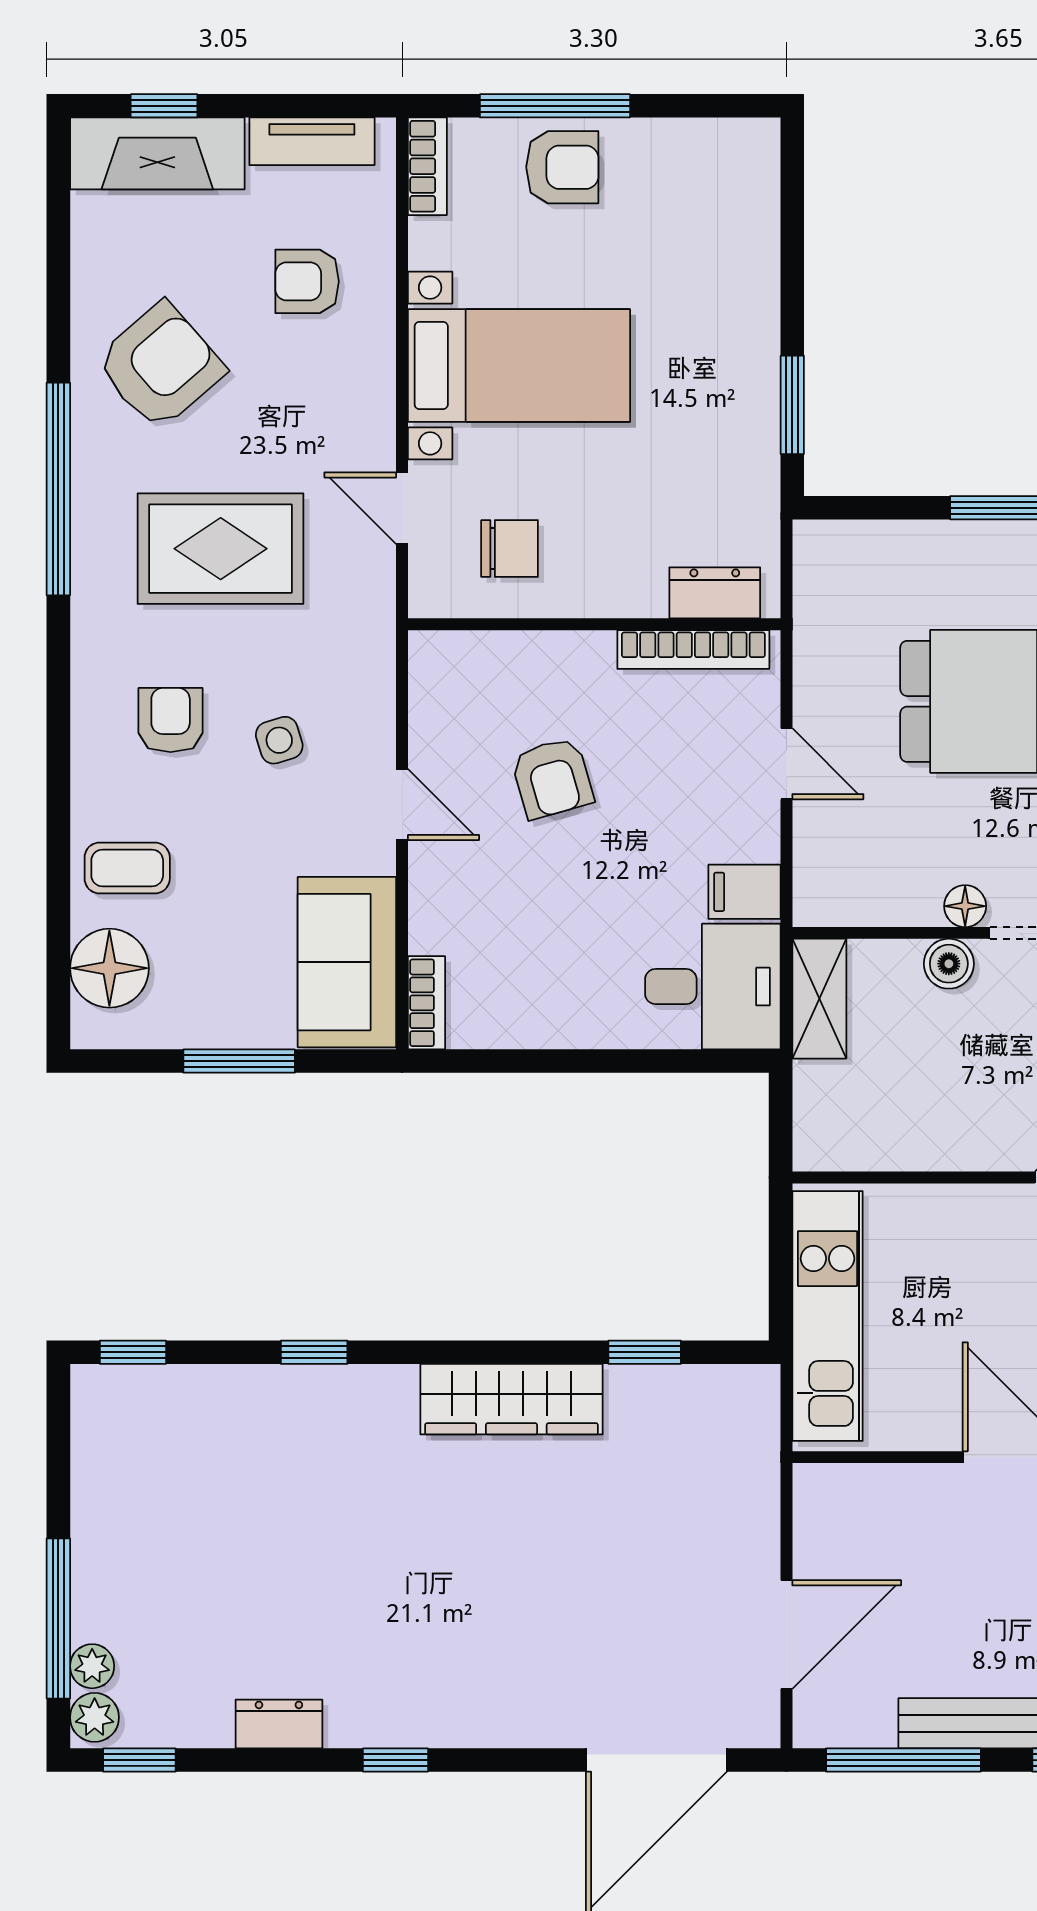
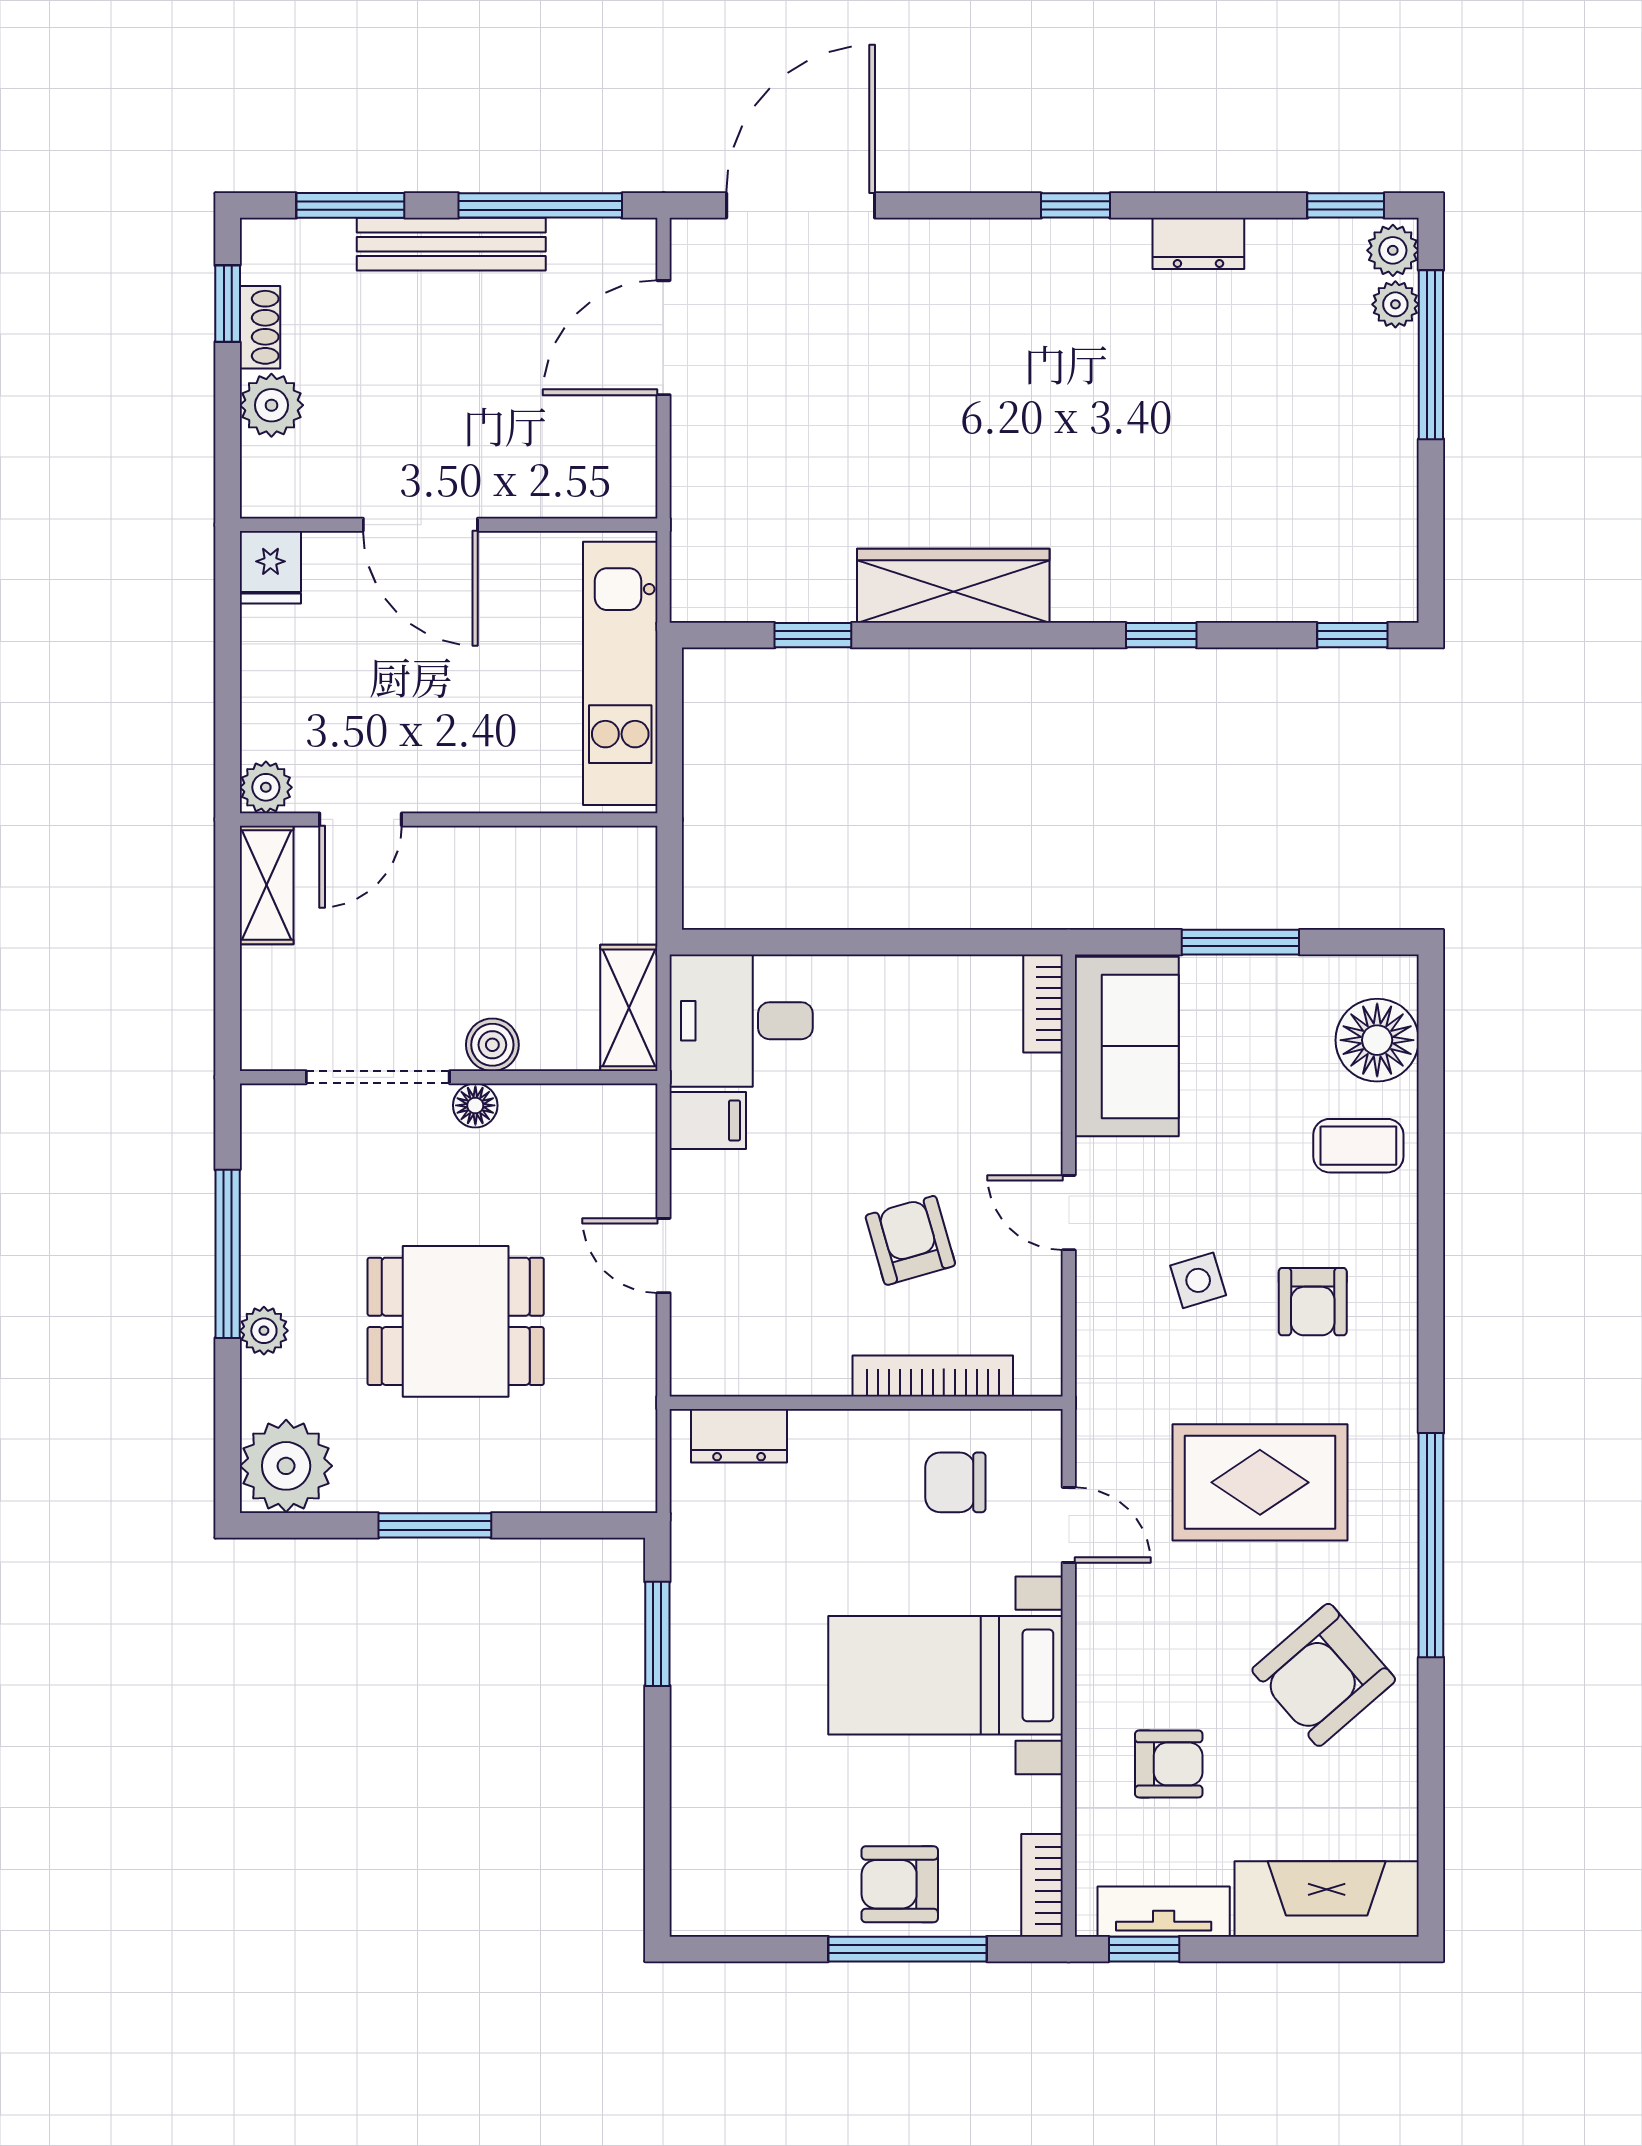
window: (164, 106) -> (1144, 1949), moved
bookcase: (693, 649) -> (933, 1376), moved

